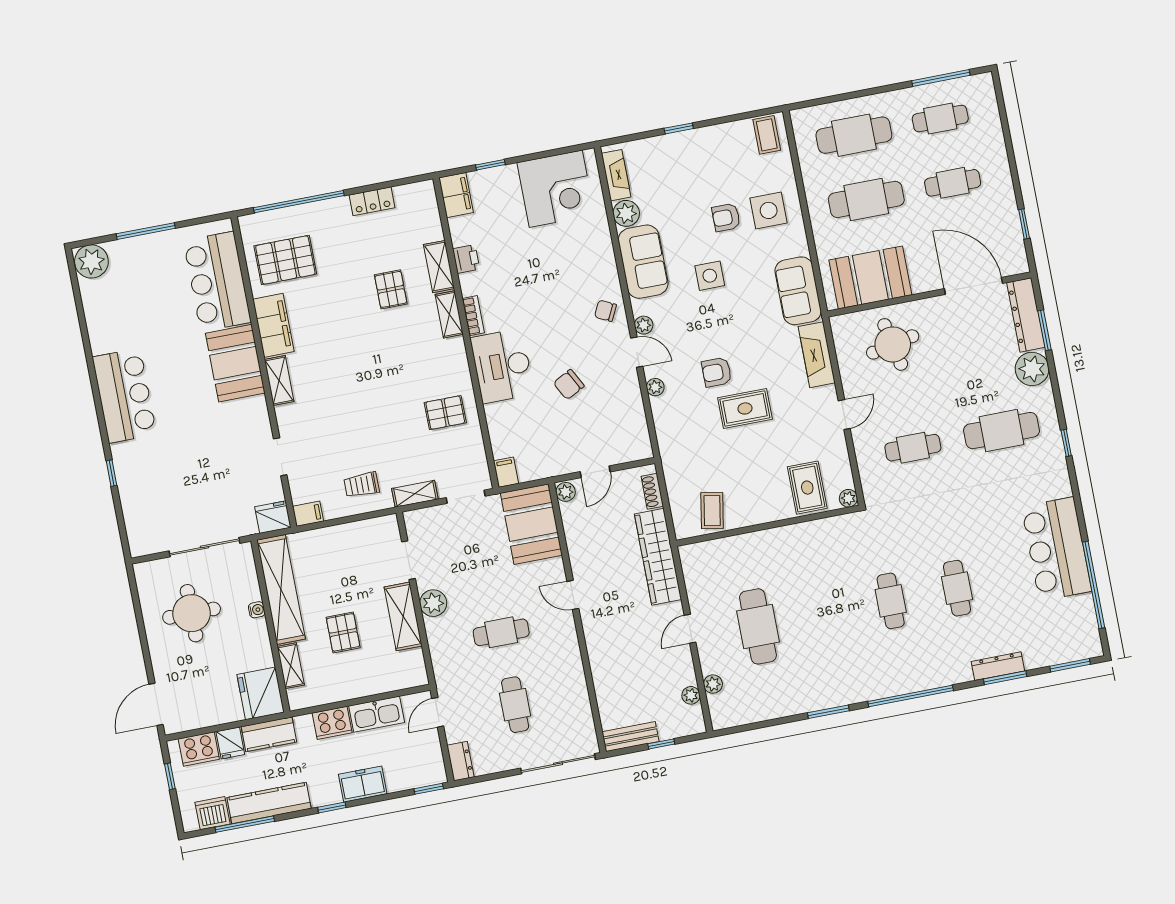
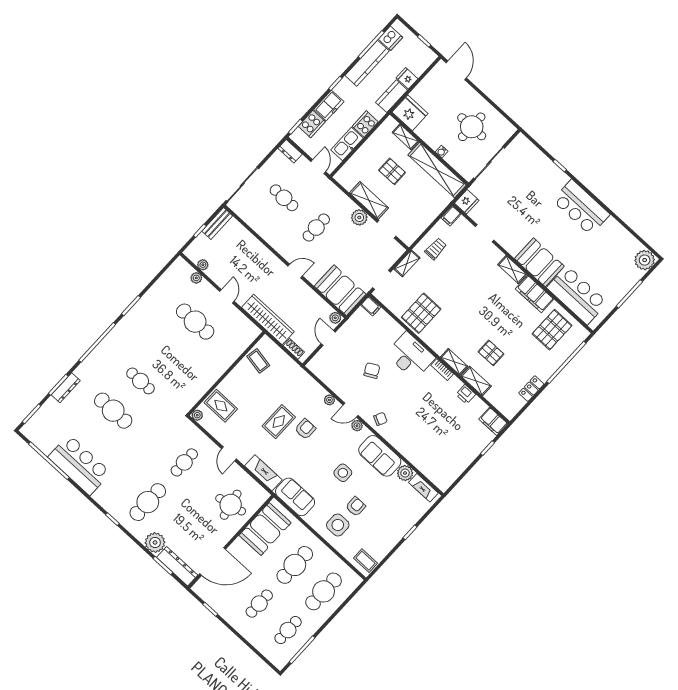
corner desk: (556, 189) -> (448, 460), removed
pallet: (445, 413) -> (421, 313), width x1.50, depth x1.42
cafe table: (957, 588) -> (113, 411), width x1.37, depth x1.35
cooker: (199, 749) -> (312, 124), moved, turned 180

